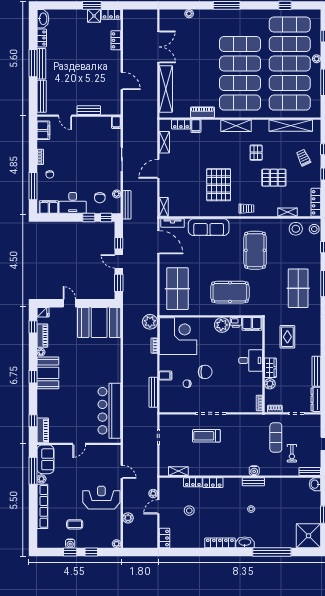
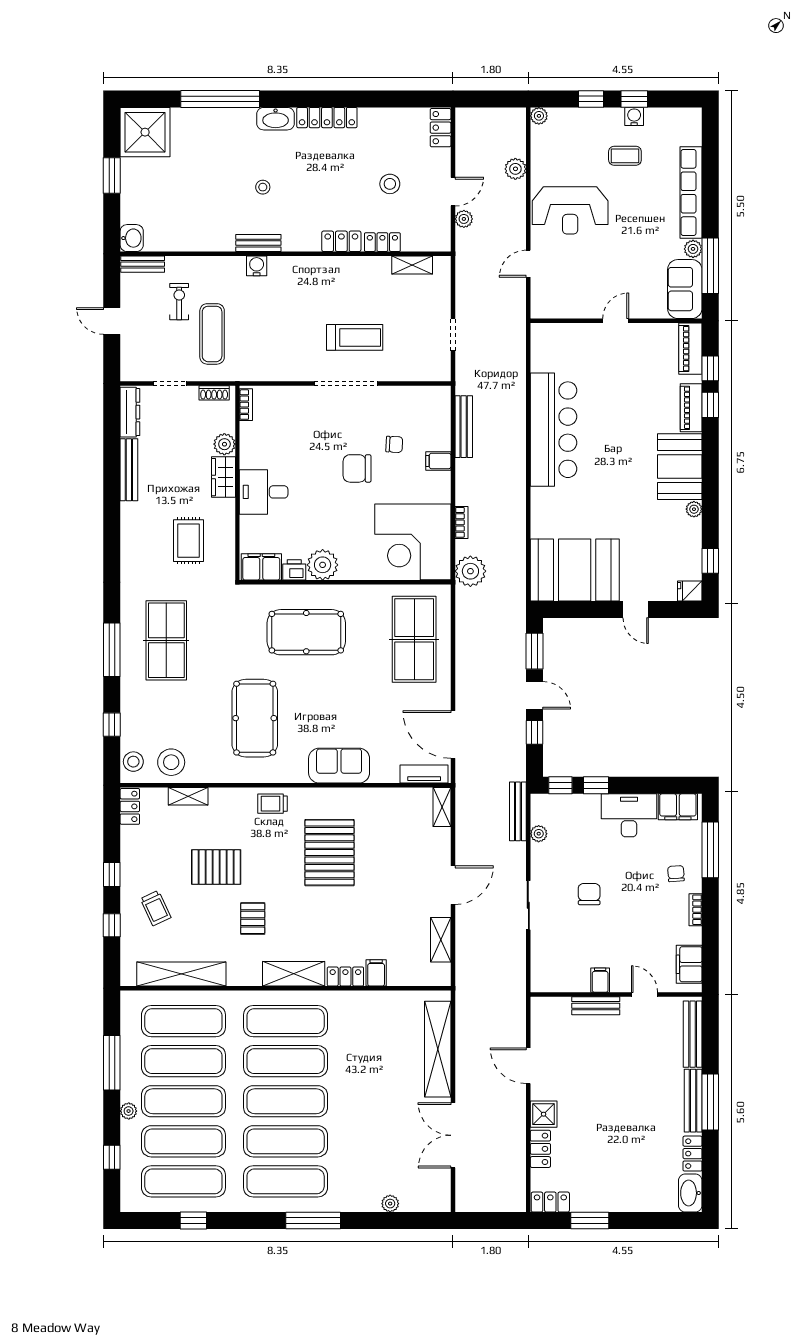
shower: (94, 16) -> (544, 1114), moved
exercise mat: (240, 24) -> (286, 1181), added
piano: (202, 112) -> (363, 1001), removed
filing cabinet: (116, 123) -> (600, 980), moved
locker: (181, 124) -> (345, 977), moved
chair: (100, 198) -> (589, 894), moved
locker: (316, 202) -> (130, 806), width x0.66
sofa: (209, 227) -> (339, 766), width x0.73
piano: (42, 336) -> (691, 408), moved
window: (33, 377) -> (710, 405), moved
bar counter: (109, 411) -> (553, 430), moved
door: (122, 472) -> (528, 264), hinge flipped

